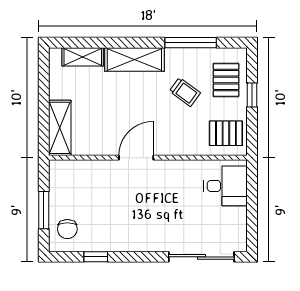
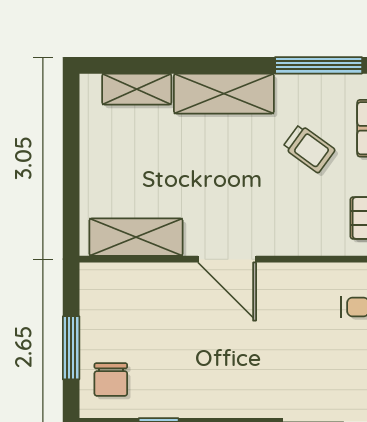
shelving: (60, 128) -> (136, 237), moved, turned 90
door: (136, 158) -> (227, 259), swing flipped

